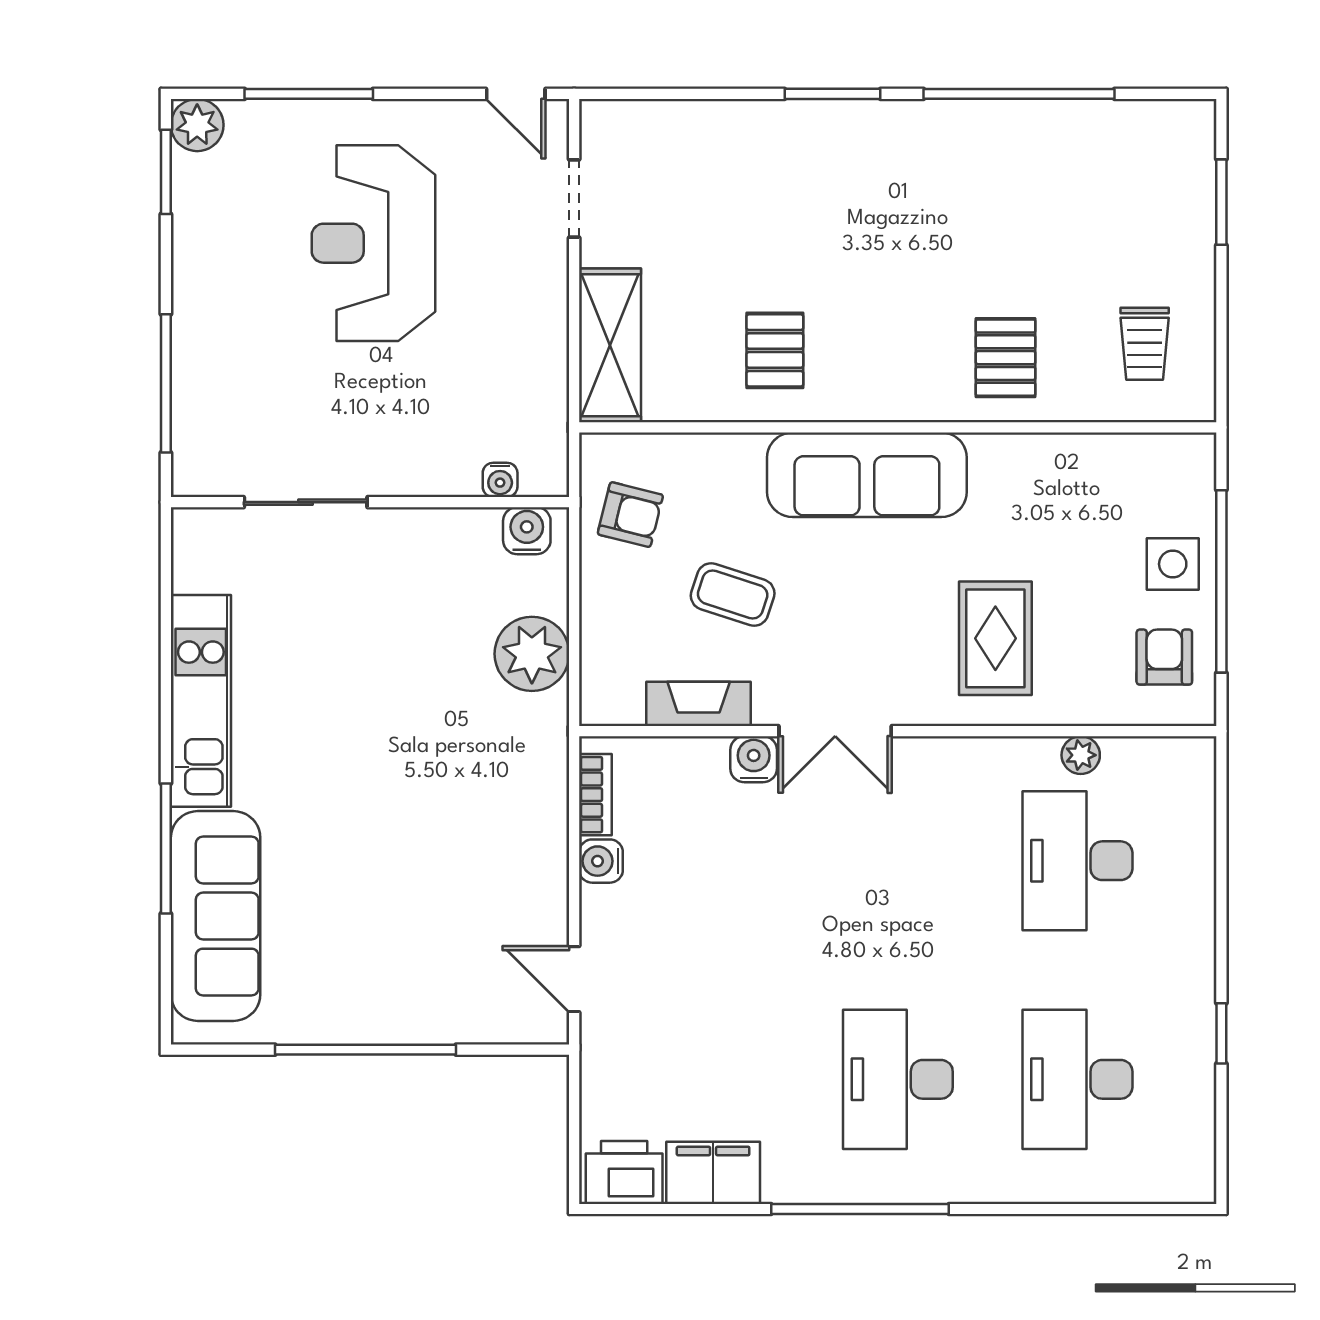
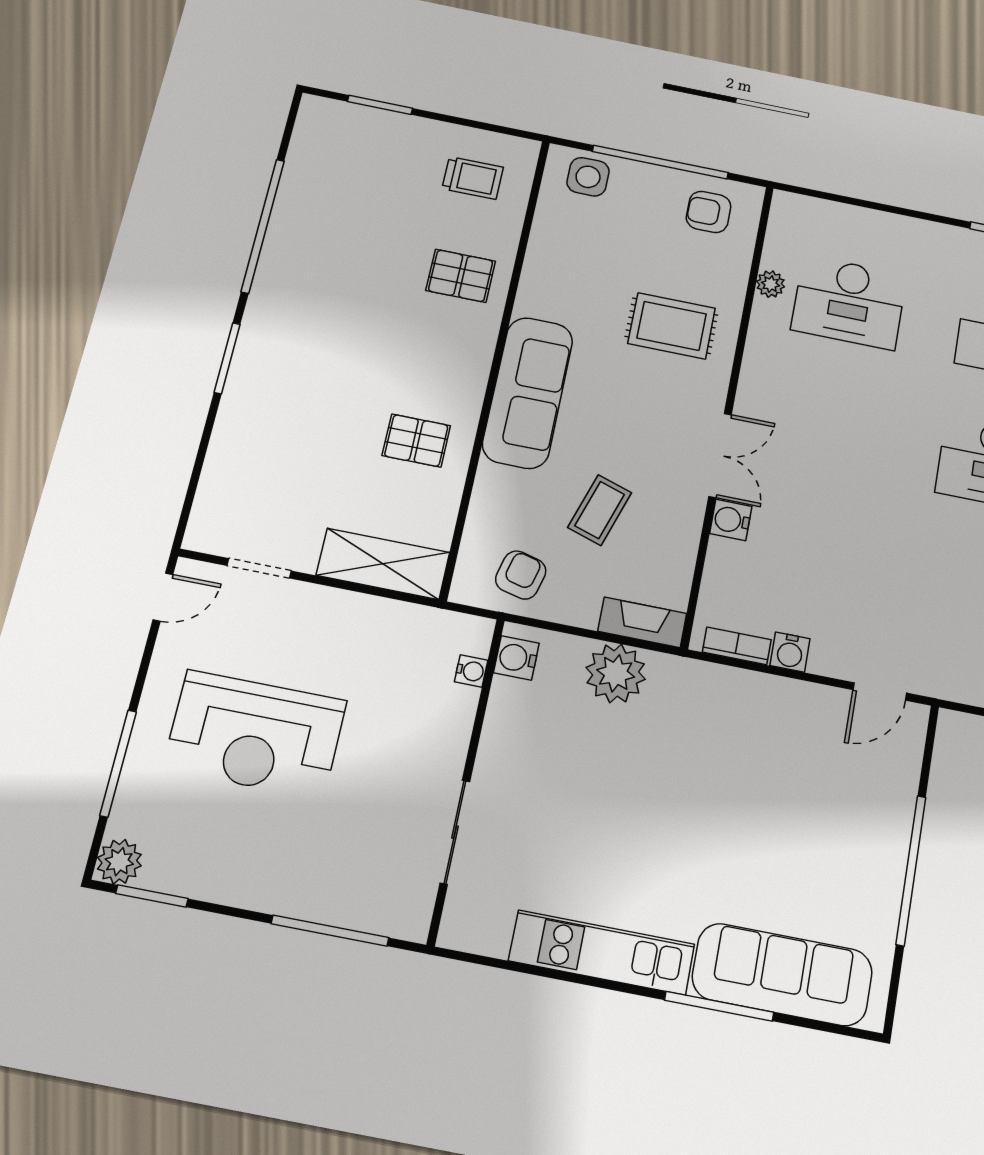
side table: (1173, 564) -> (588, 177), moved
fireplace: (699, 704) -> (642, 622), moved, turned 90

